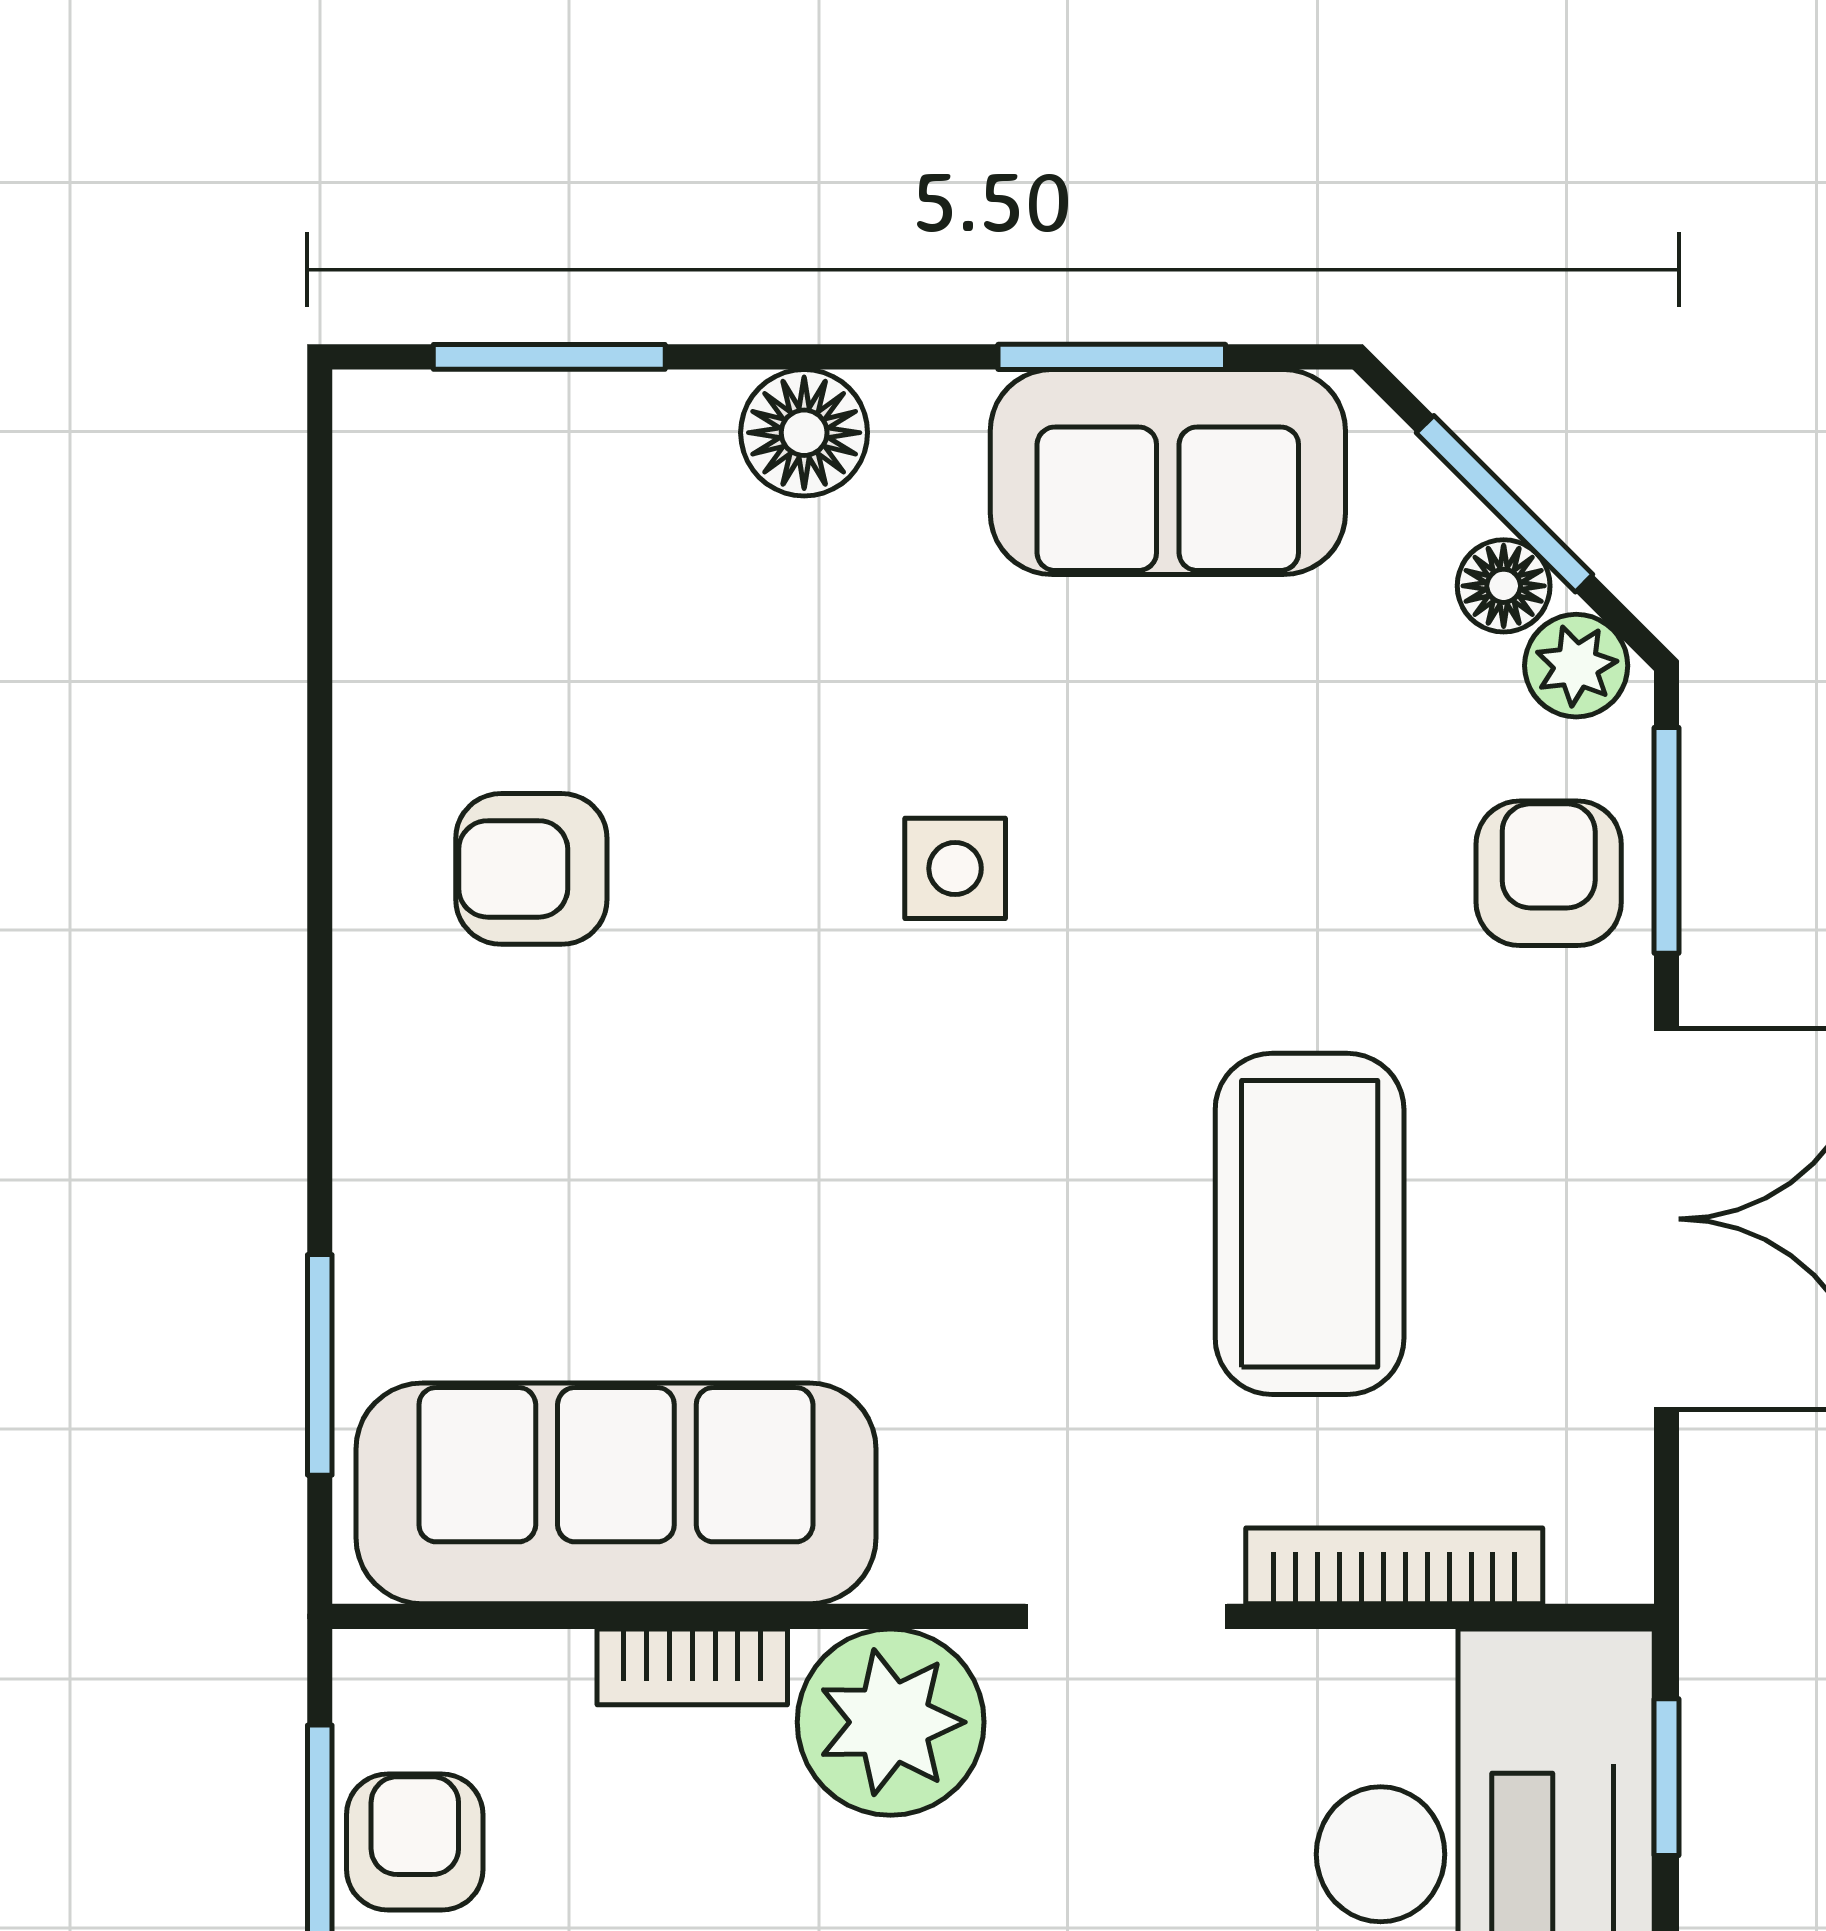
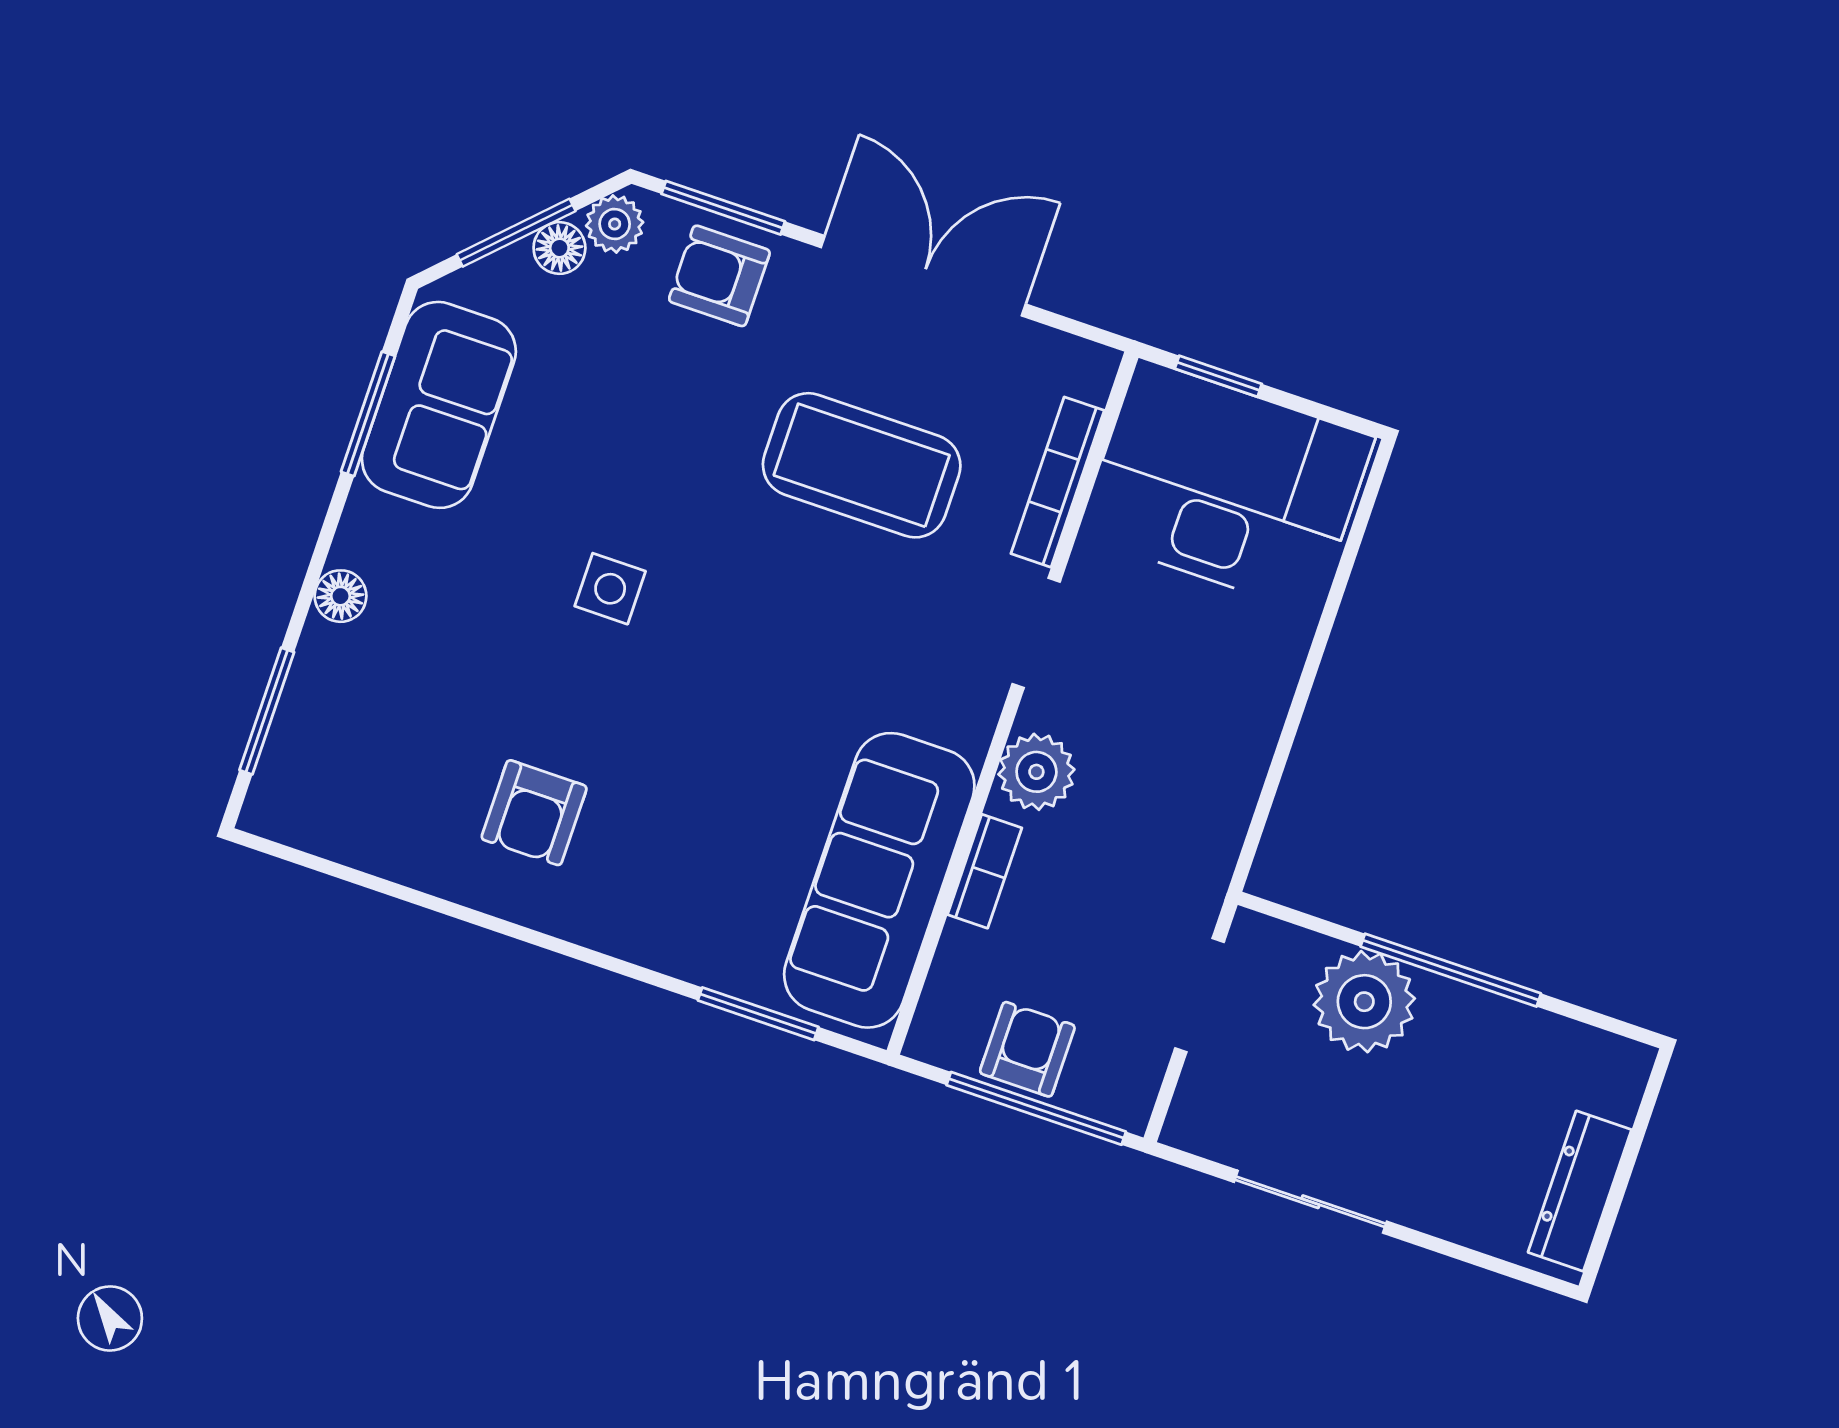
floor lamp: (804, 433) -> (341, 596), width x0.73, depth x0.73
plant: (891, 1722) -> (1036, 772), width x0.73, depth x0.73
armchair: (415, 1842) -> (1027, 1049), turned 90

